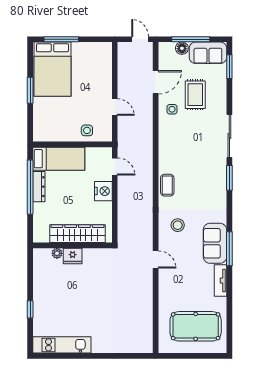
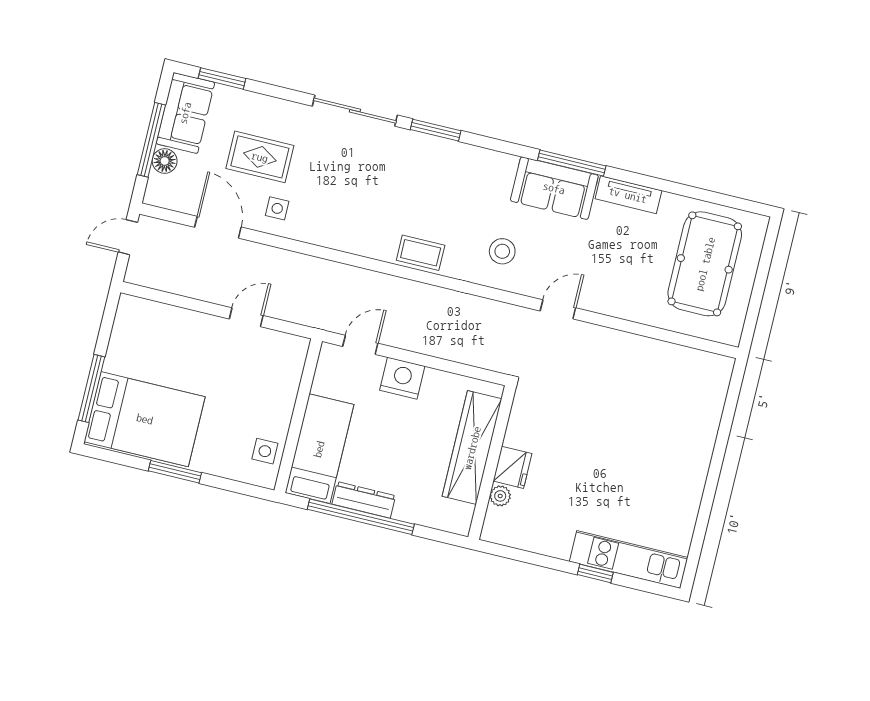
side table: (87, 130) -> (265, 451), moved
kitchen unit: (62, 345) -> (629, 559), moved, turned 90

